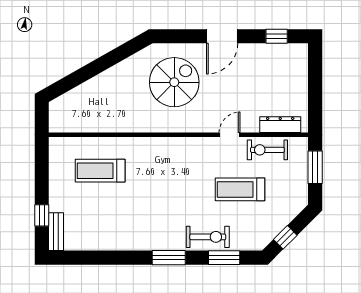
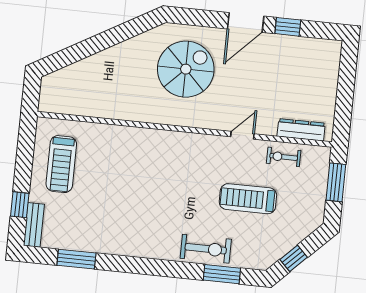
window: (277, 36) -> (288, 27), moved
exercise bike: (267, 150) -> (284, 157), width x0.73, depth x0.72
treadmill: (100, 171) -> (61, 164), moved, turned -90
window: (169, 258) -> (76, 259), moved

